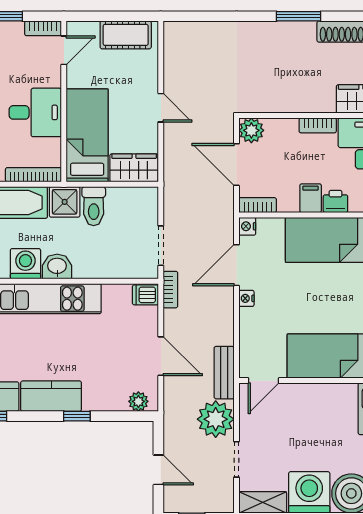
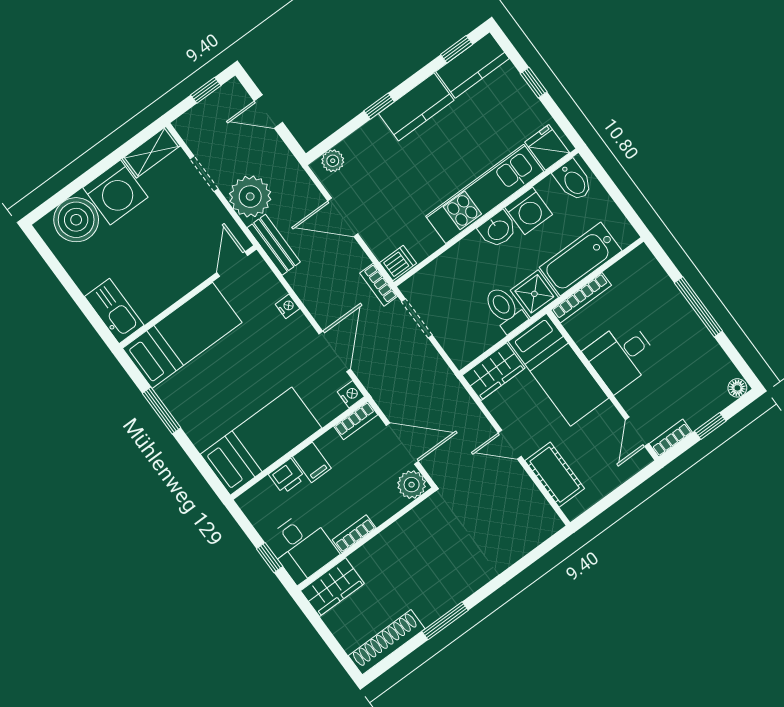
cot: (126, 35) -> (555, 475), moved, turned 90
nightstand: (246, 298) -> (287, 306), moved

